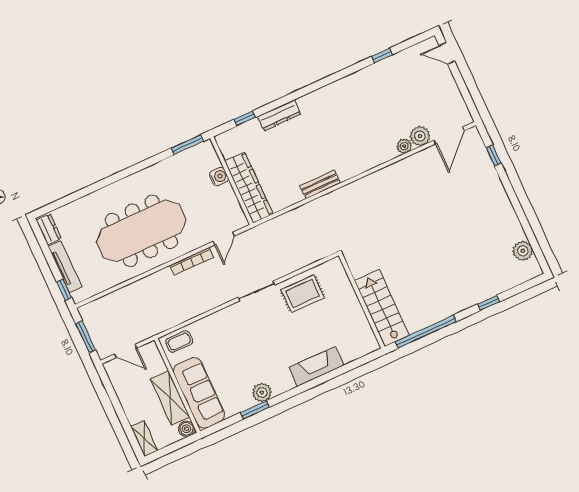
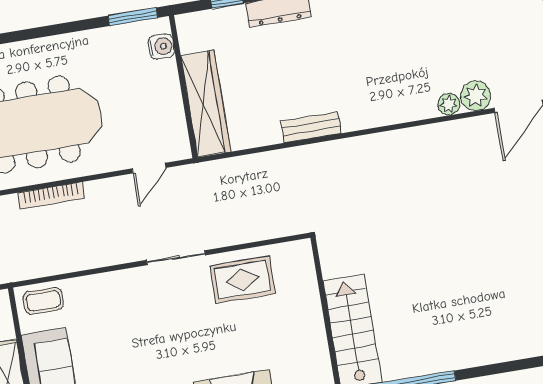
water cooler: (219, 177) -> (161, 46), moved
bookcase: (192, 261) -> (51, 196), moved
window: (489, 303) -> (510, 366), removed

